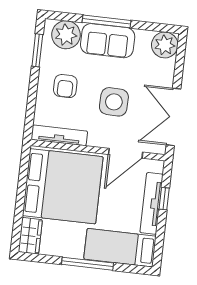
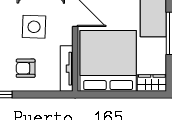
armchair: (65, 86) -> (26, 68), turned 180

